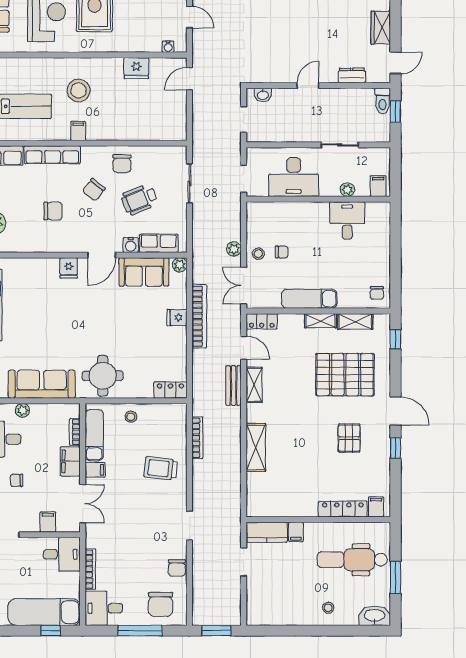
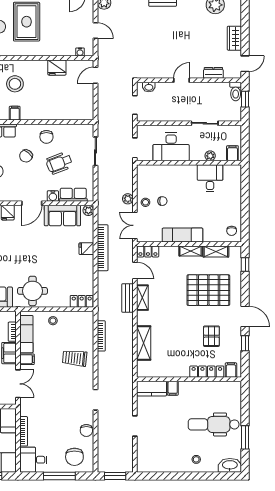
filing cabinet: (376, 507) -> (231, 370), moved
locker: (343, 509) -> (207, 372), moved
wall: (318, 520) -> (189, 379), moved
kitchen counter: (267, 532) -> (152, 389), moved
filing cabinet: (296, 532) -> (173, 388), moved

